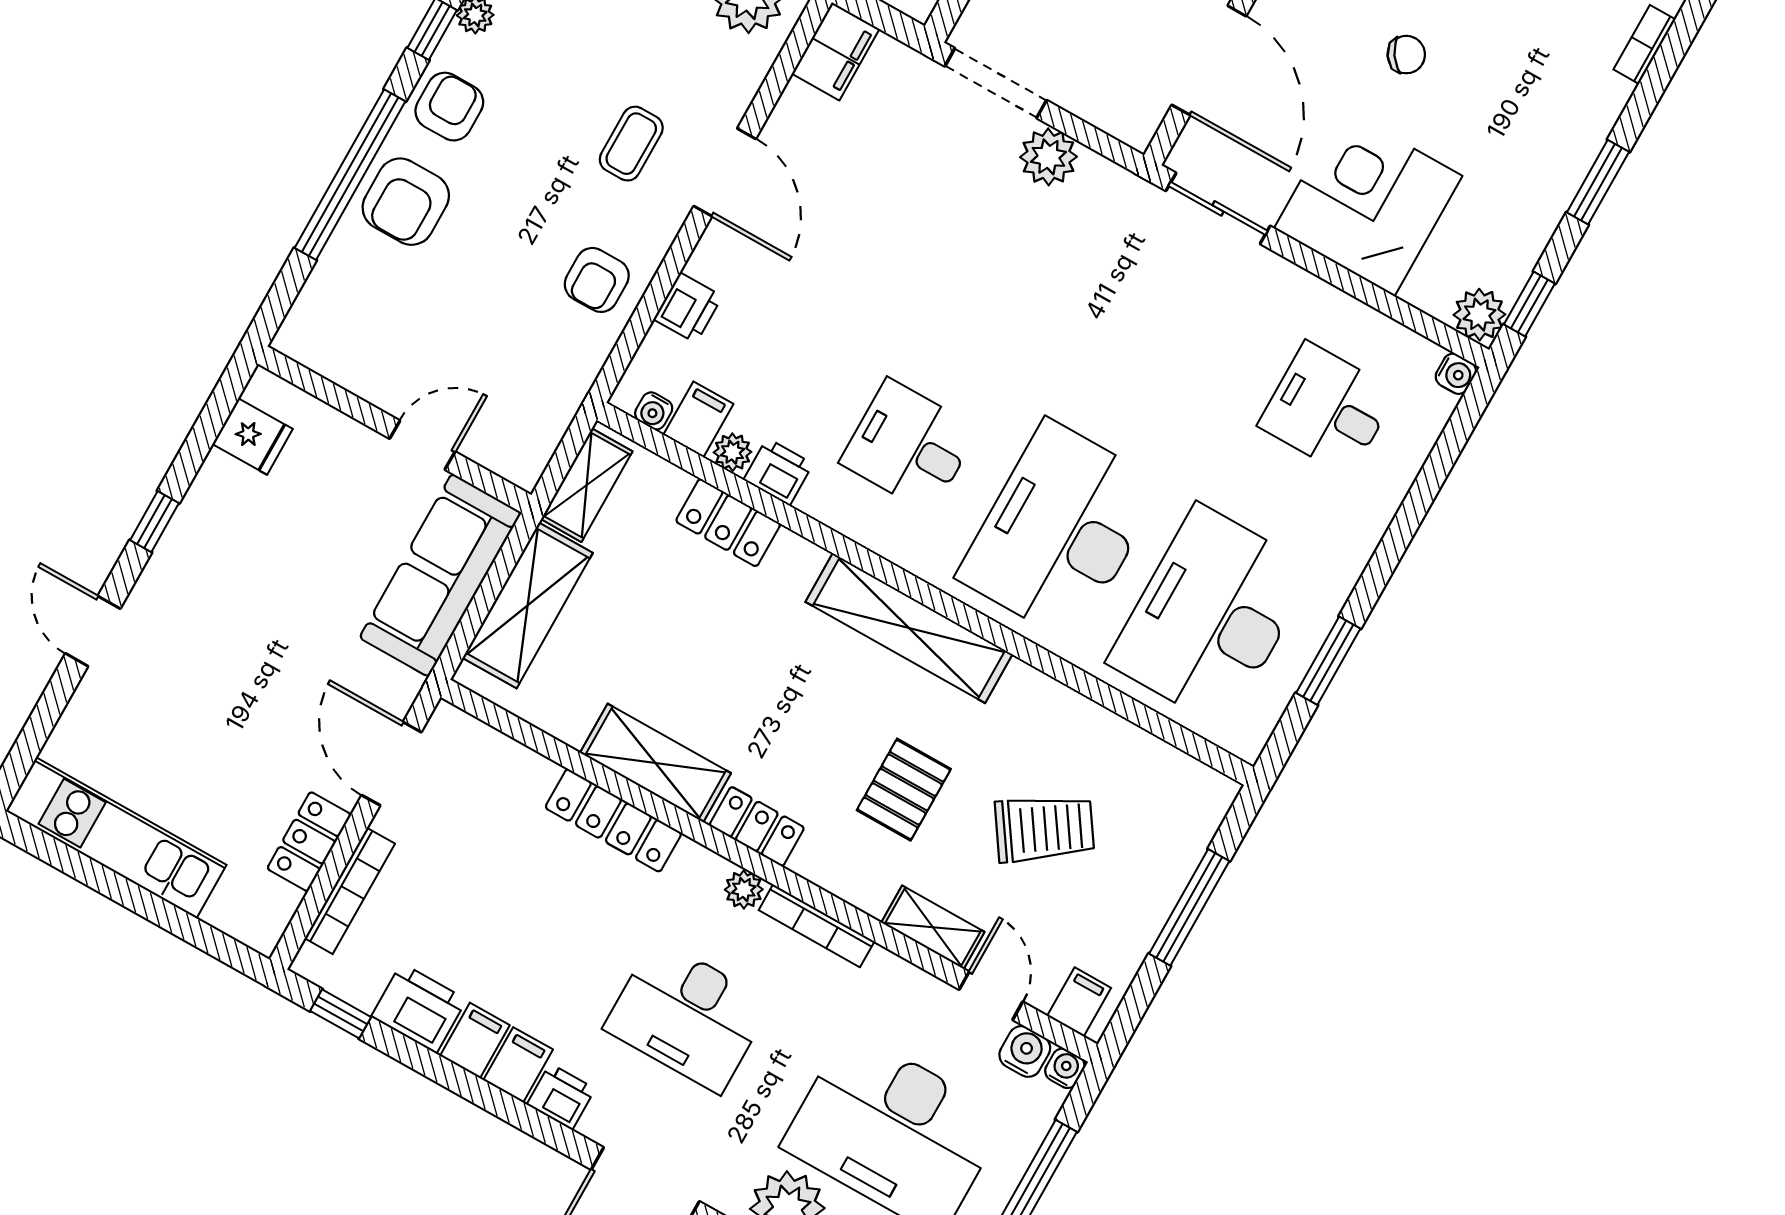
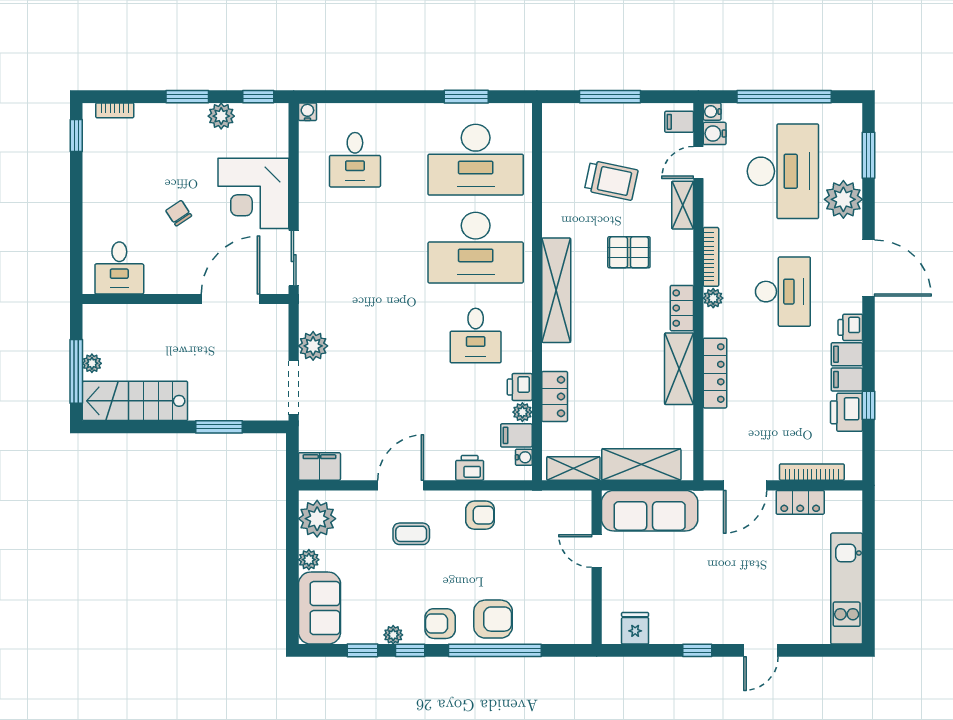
plant: (1479, 315) -> (221, 116), moved
trolley: (1044, 829) -> (611, 180), turned 136
window: (341, 1014) -> (869, 405), moved

